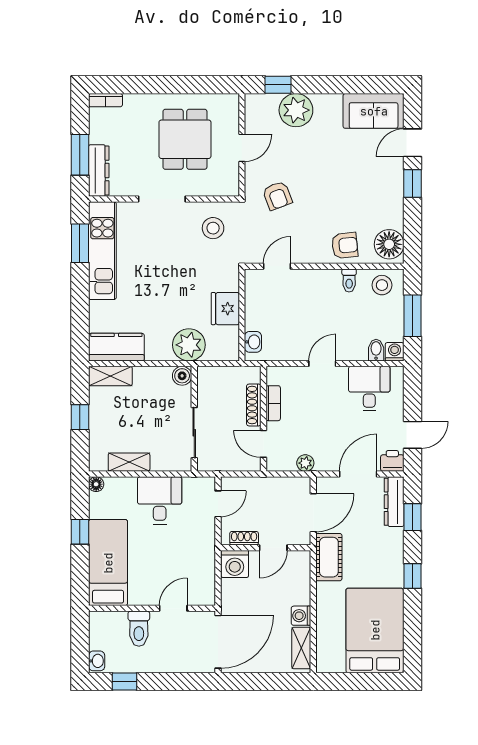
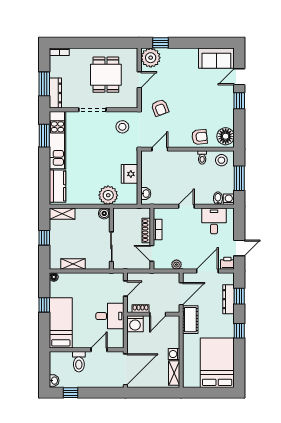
plant: (296, 110) -> (151, 58), moved
kitchen counter: (116, 347) -> (58, 186), moved, turned 90
desk: (160, 500) -> (110, 316), moved, turned 90
dresser: (394, 502) -> (228, 299), moved

